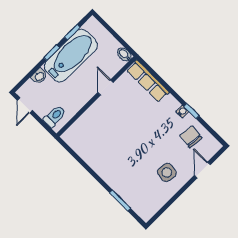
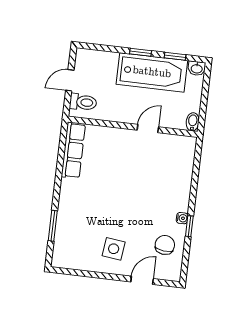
washbasin: (39, 76) -> (197, 68), moved
row of seats: (148, 81) -> (73, 150), moved, turned 180
door: (25, 105) -> (70, 80), moved

